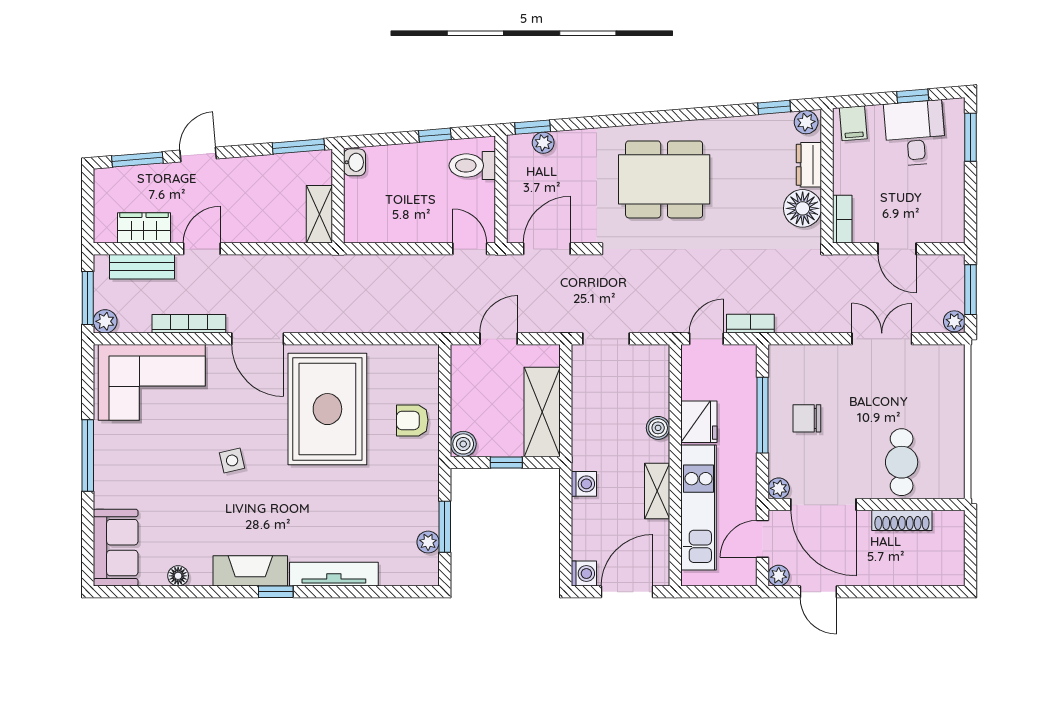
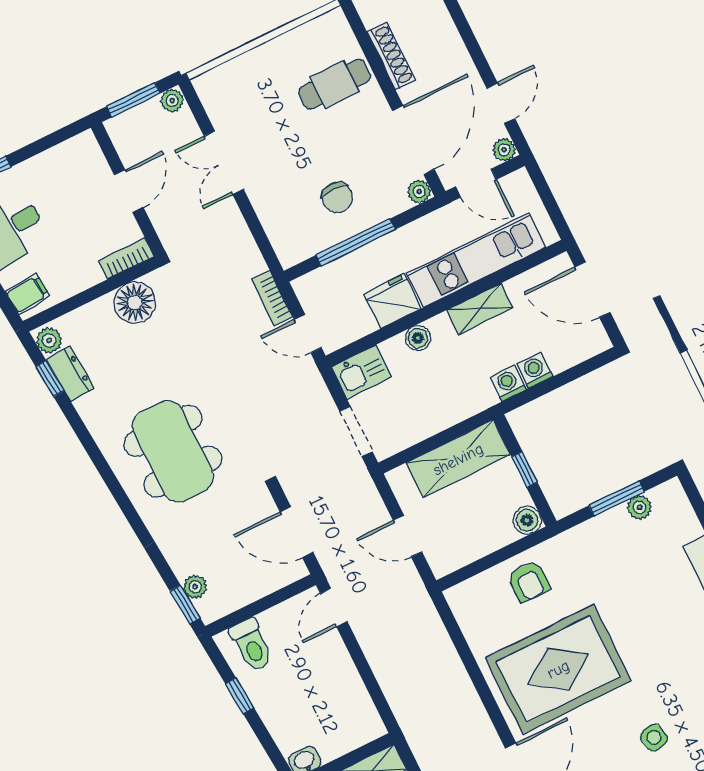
dresser: (809, 165) -> (70, 374), moved, turned -95
kitchen sink: (653, 367) -> (361, 372), added
washing machine: (584, 574) -> (535, 370), moved

